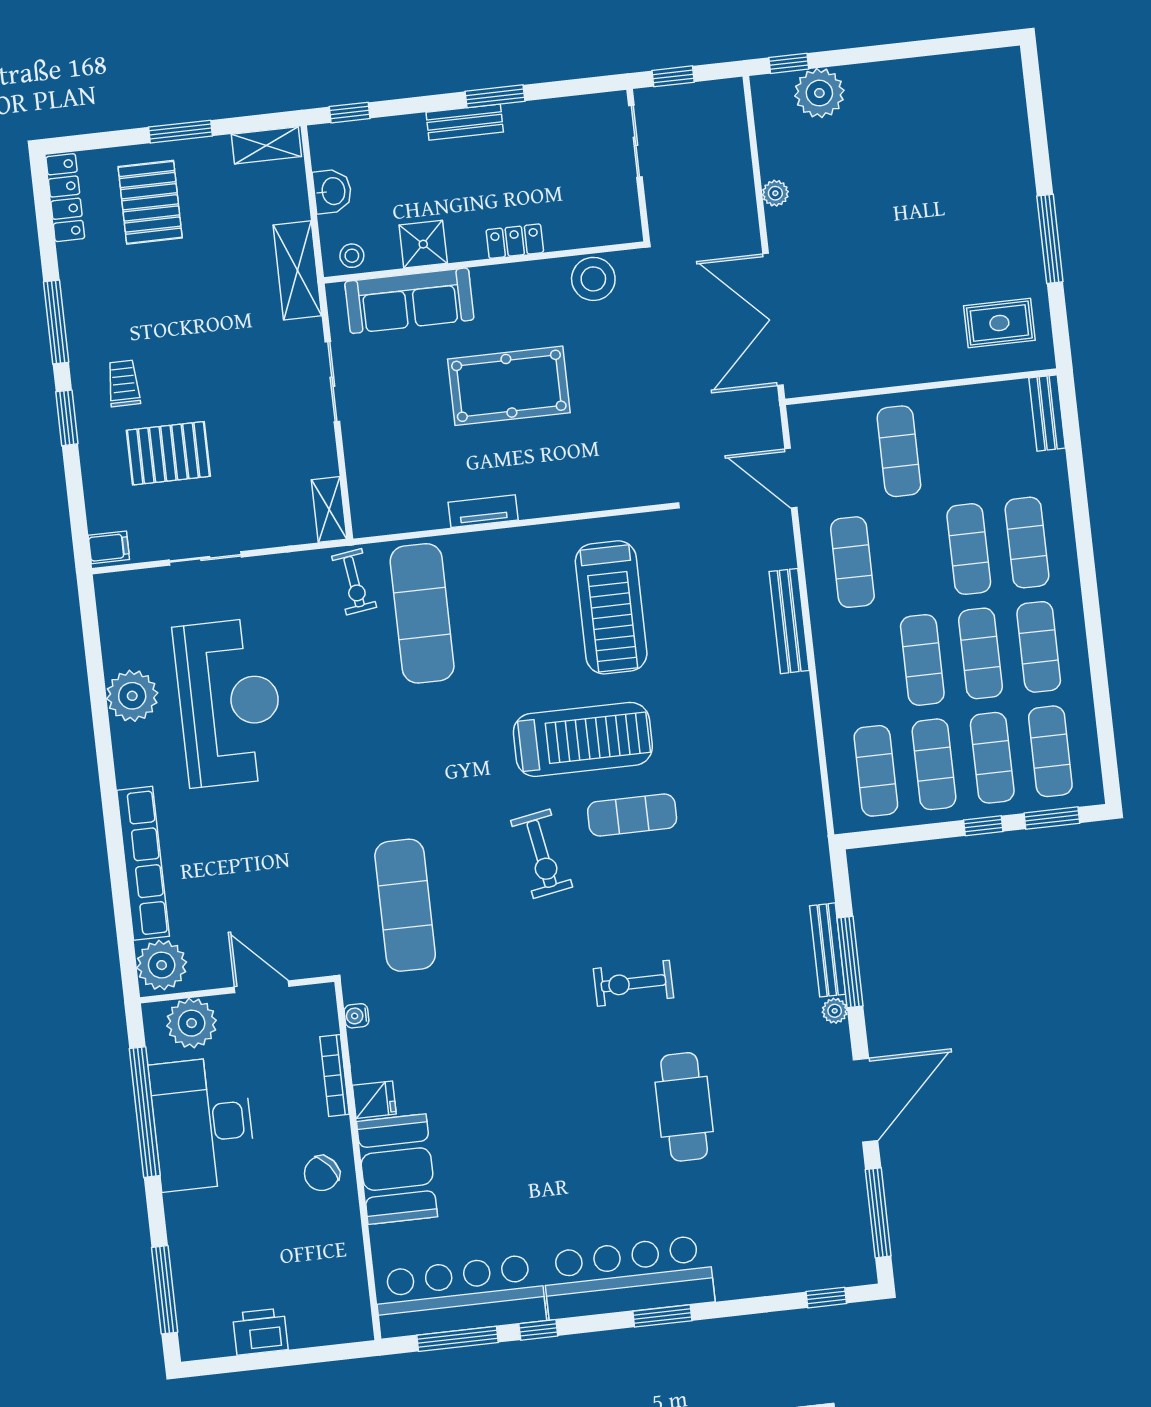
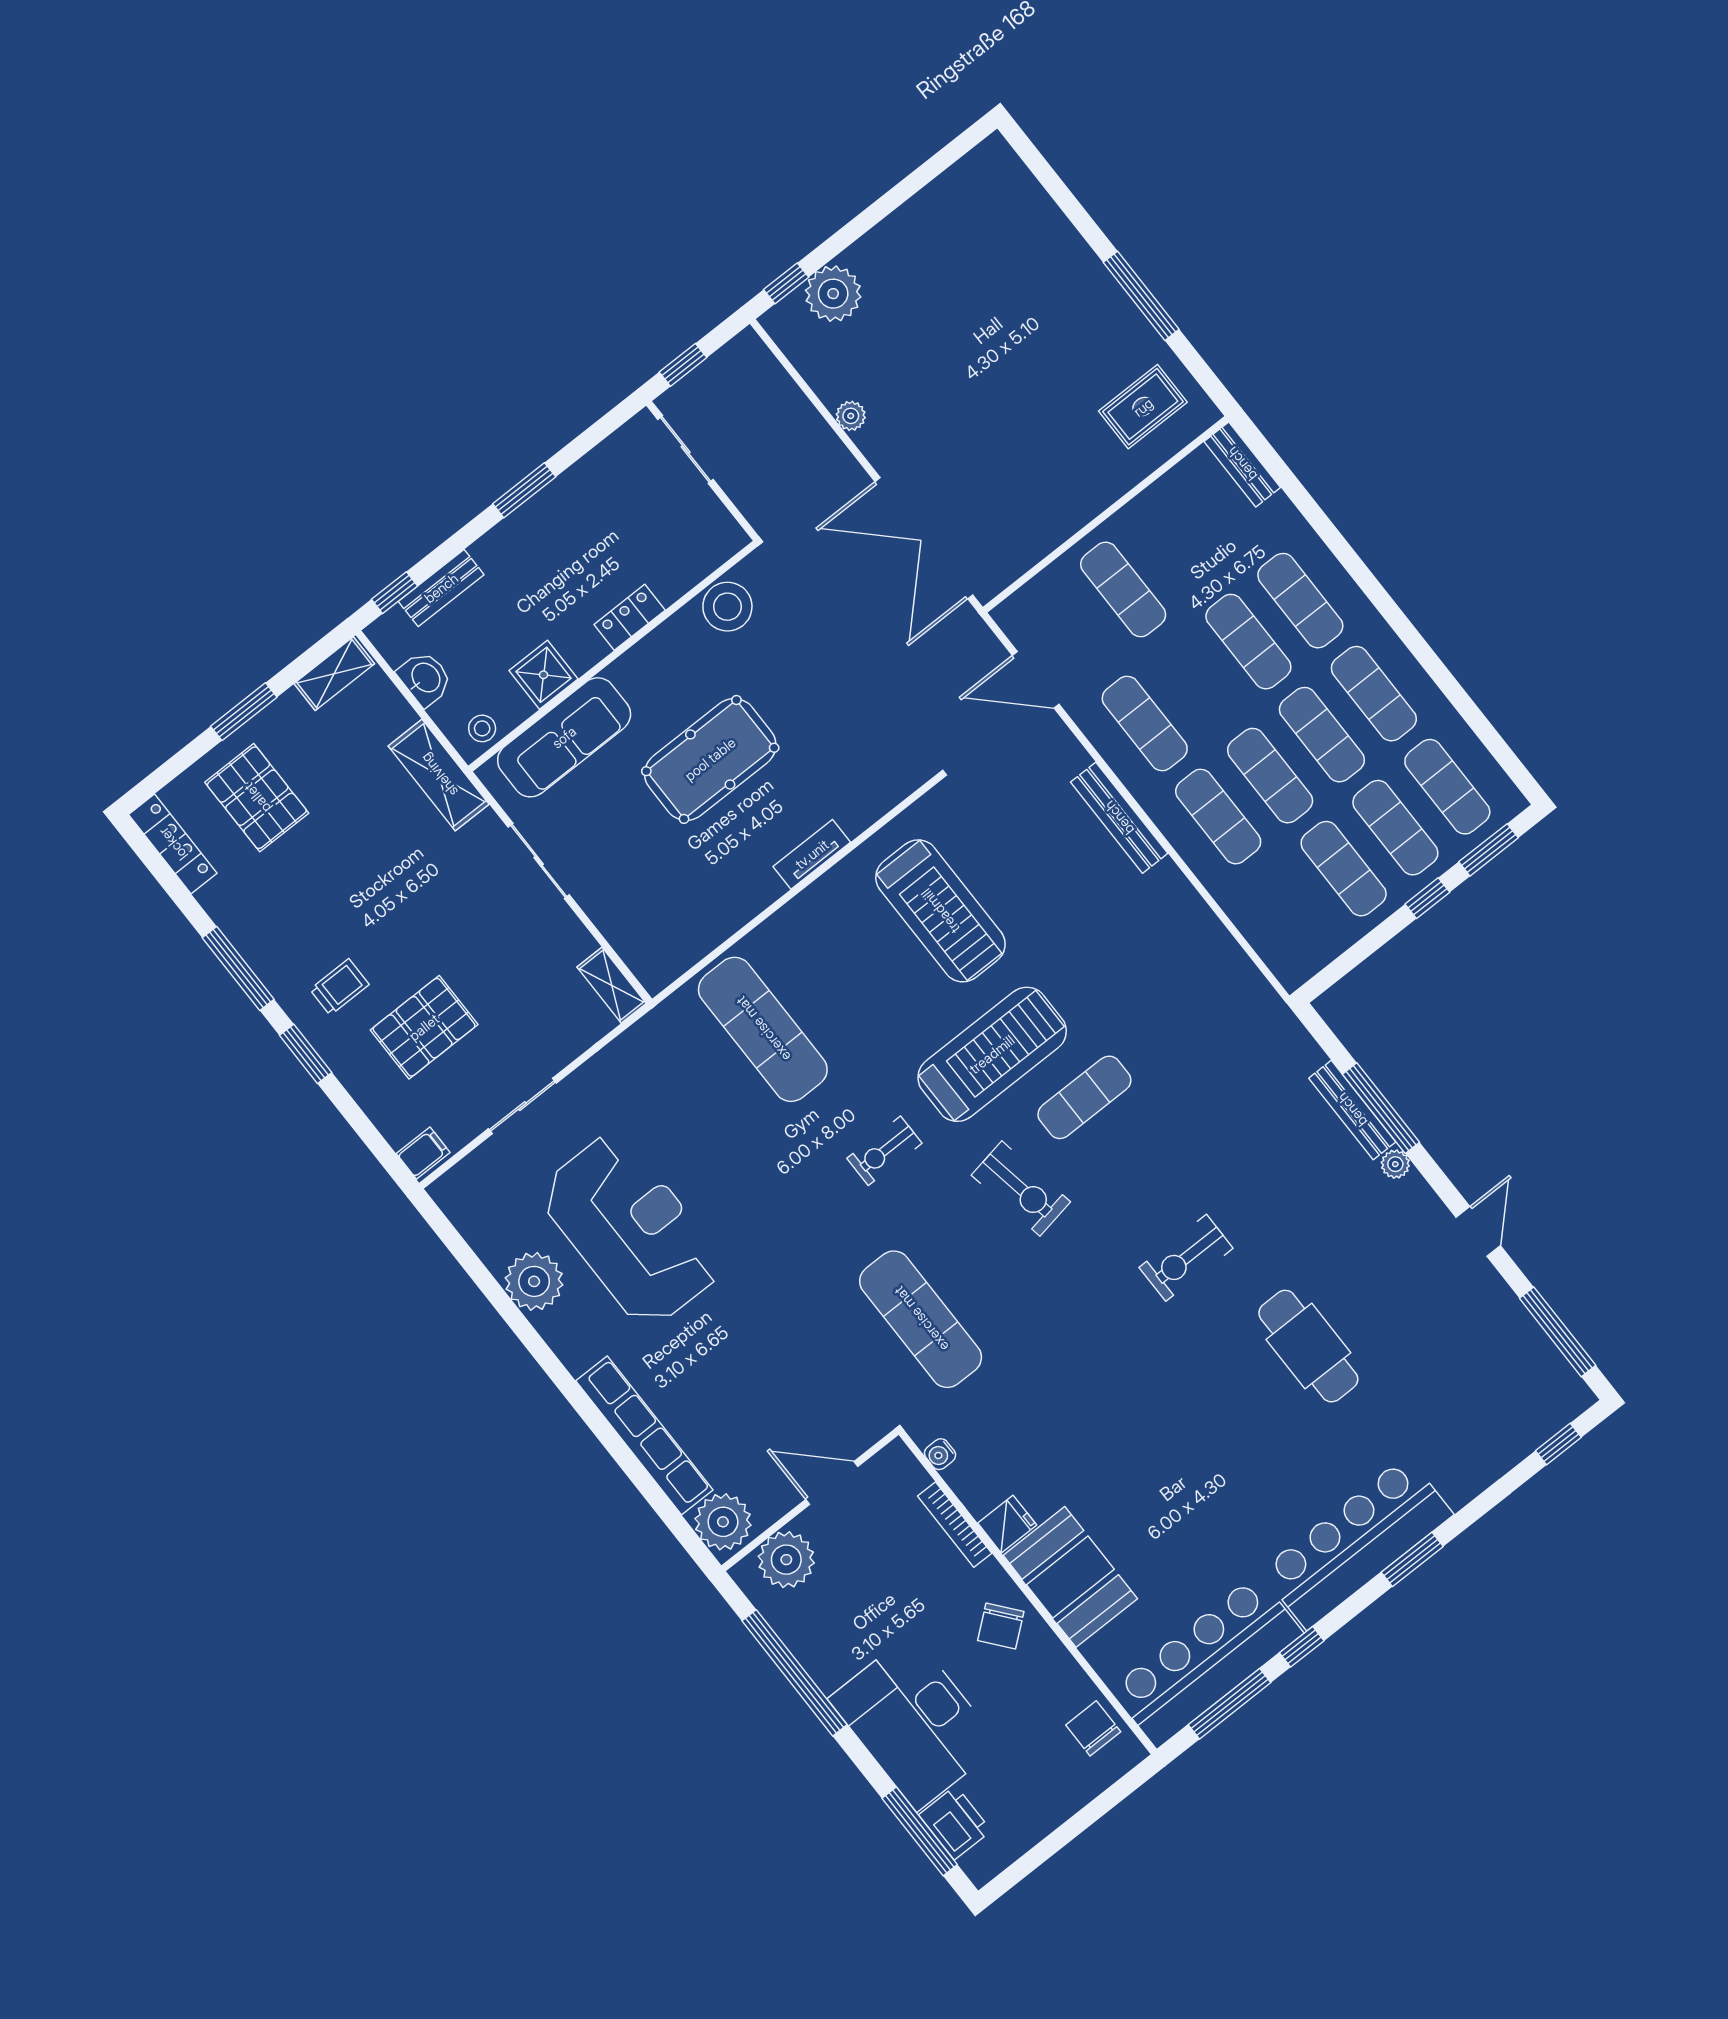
bench: (465, 122) -> (441, 588), moved
trolley: (124, 383) -> (339, 987), turned 90
tv unit: (483, 511) -> (812, 854), moved
exercise bike: (354, 582) -> (884, 1151), moved, turned 98
exercise mat: (876, 771) -> (1218, 817), moved
door: (866, 1100) -> (1478, 1231), width x0.53
desk: (203, 1124) -> (914, 1722), moved
chair: (343, 1294) -> (1093, 1728), added
printer: (260, 1332) -> (955, 1823), moved, turned 90

